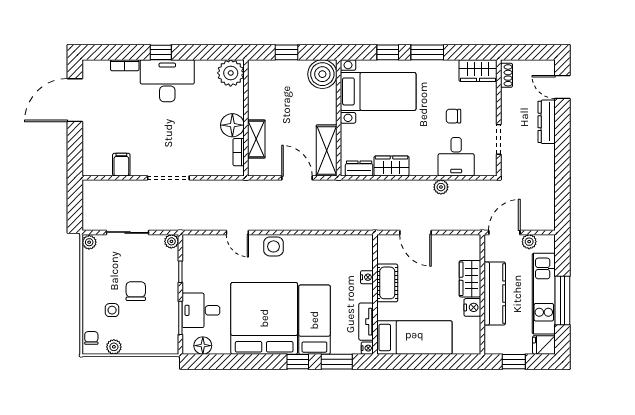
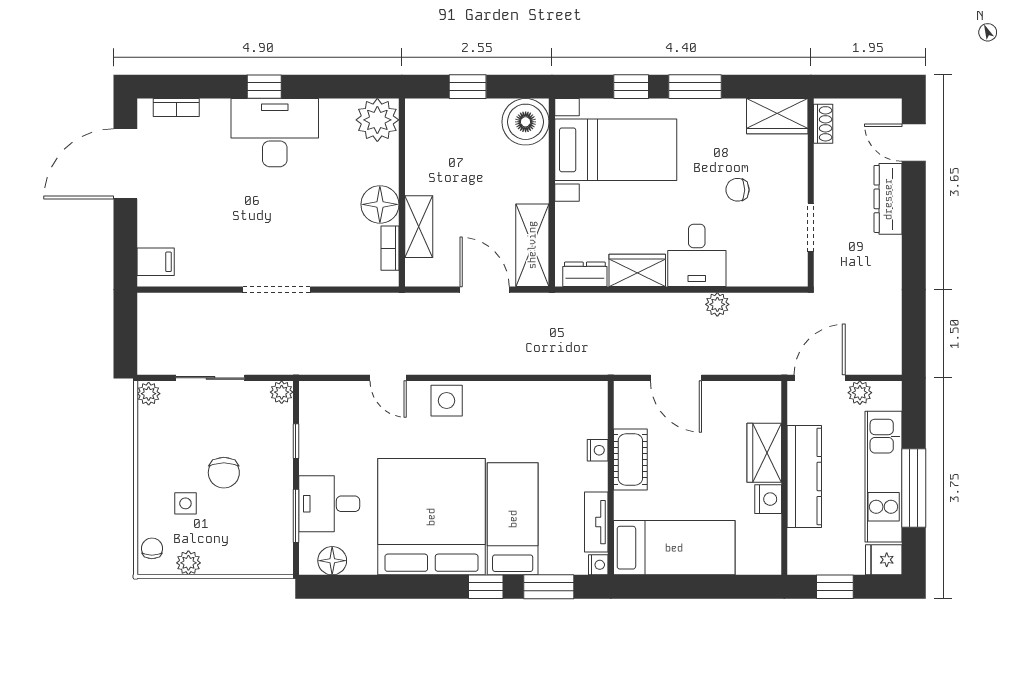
bookcase: (125, 65) -> (176, 108), moved
desk: (456, 157) -> (697, 255), moved
filing cabinet: (121, 165) -> (156, 262), moved, turned 90
chair: (136, 291) -> (224, 473), turned 180

